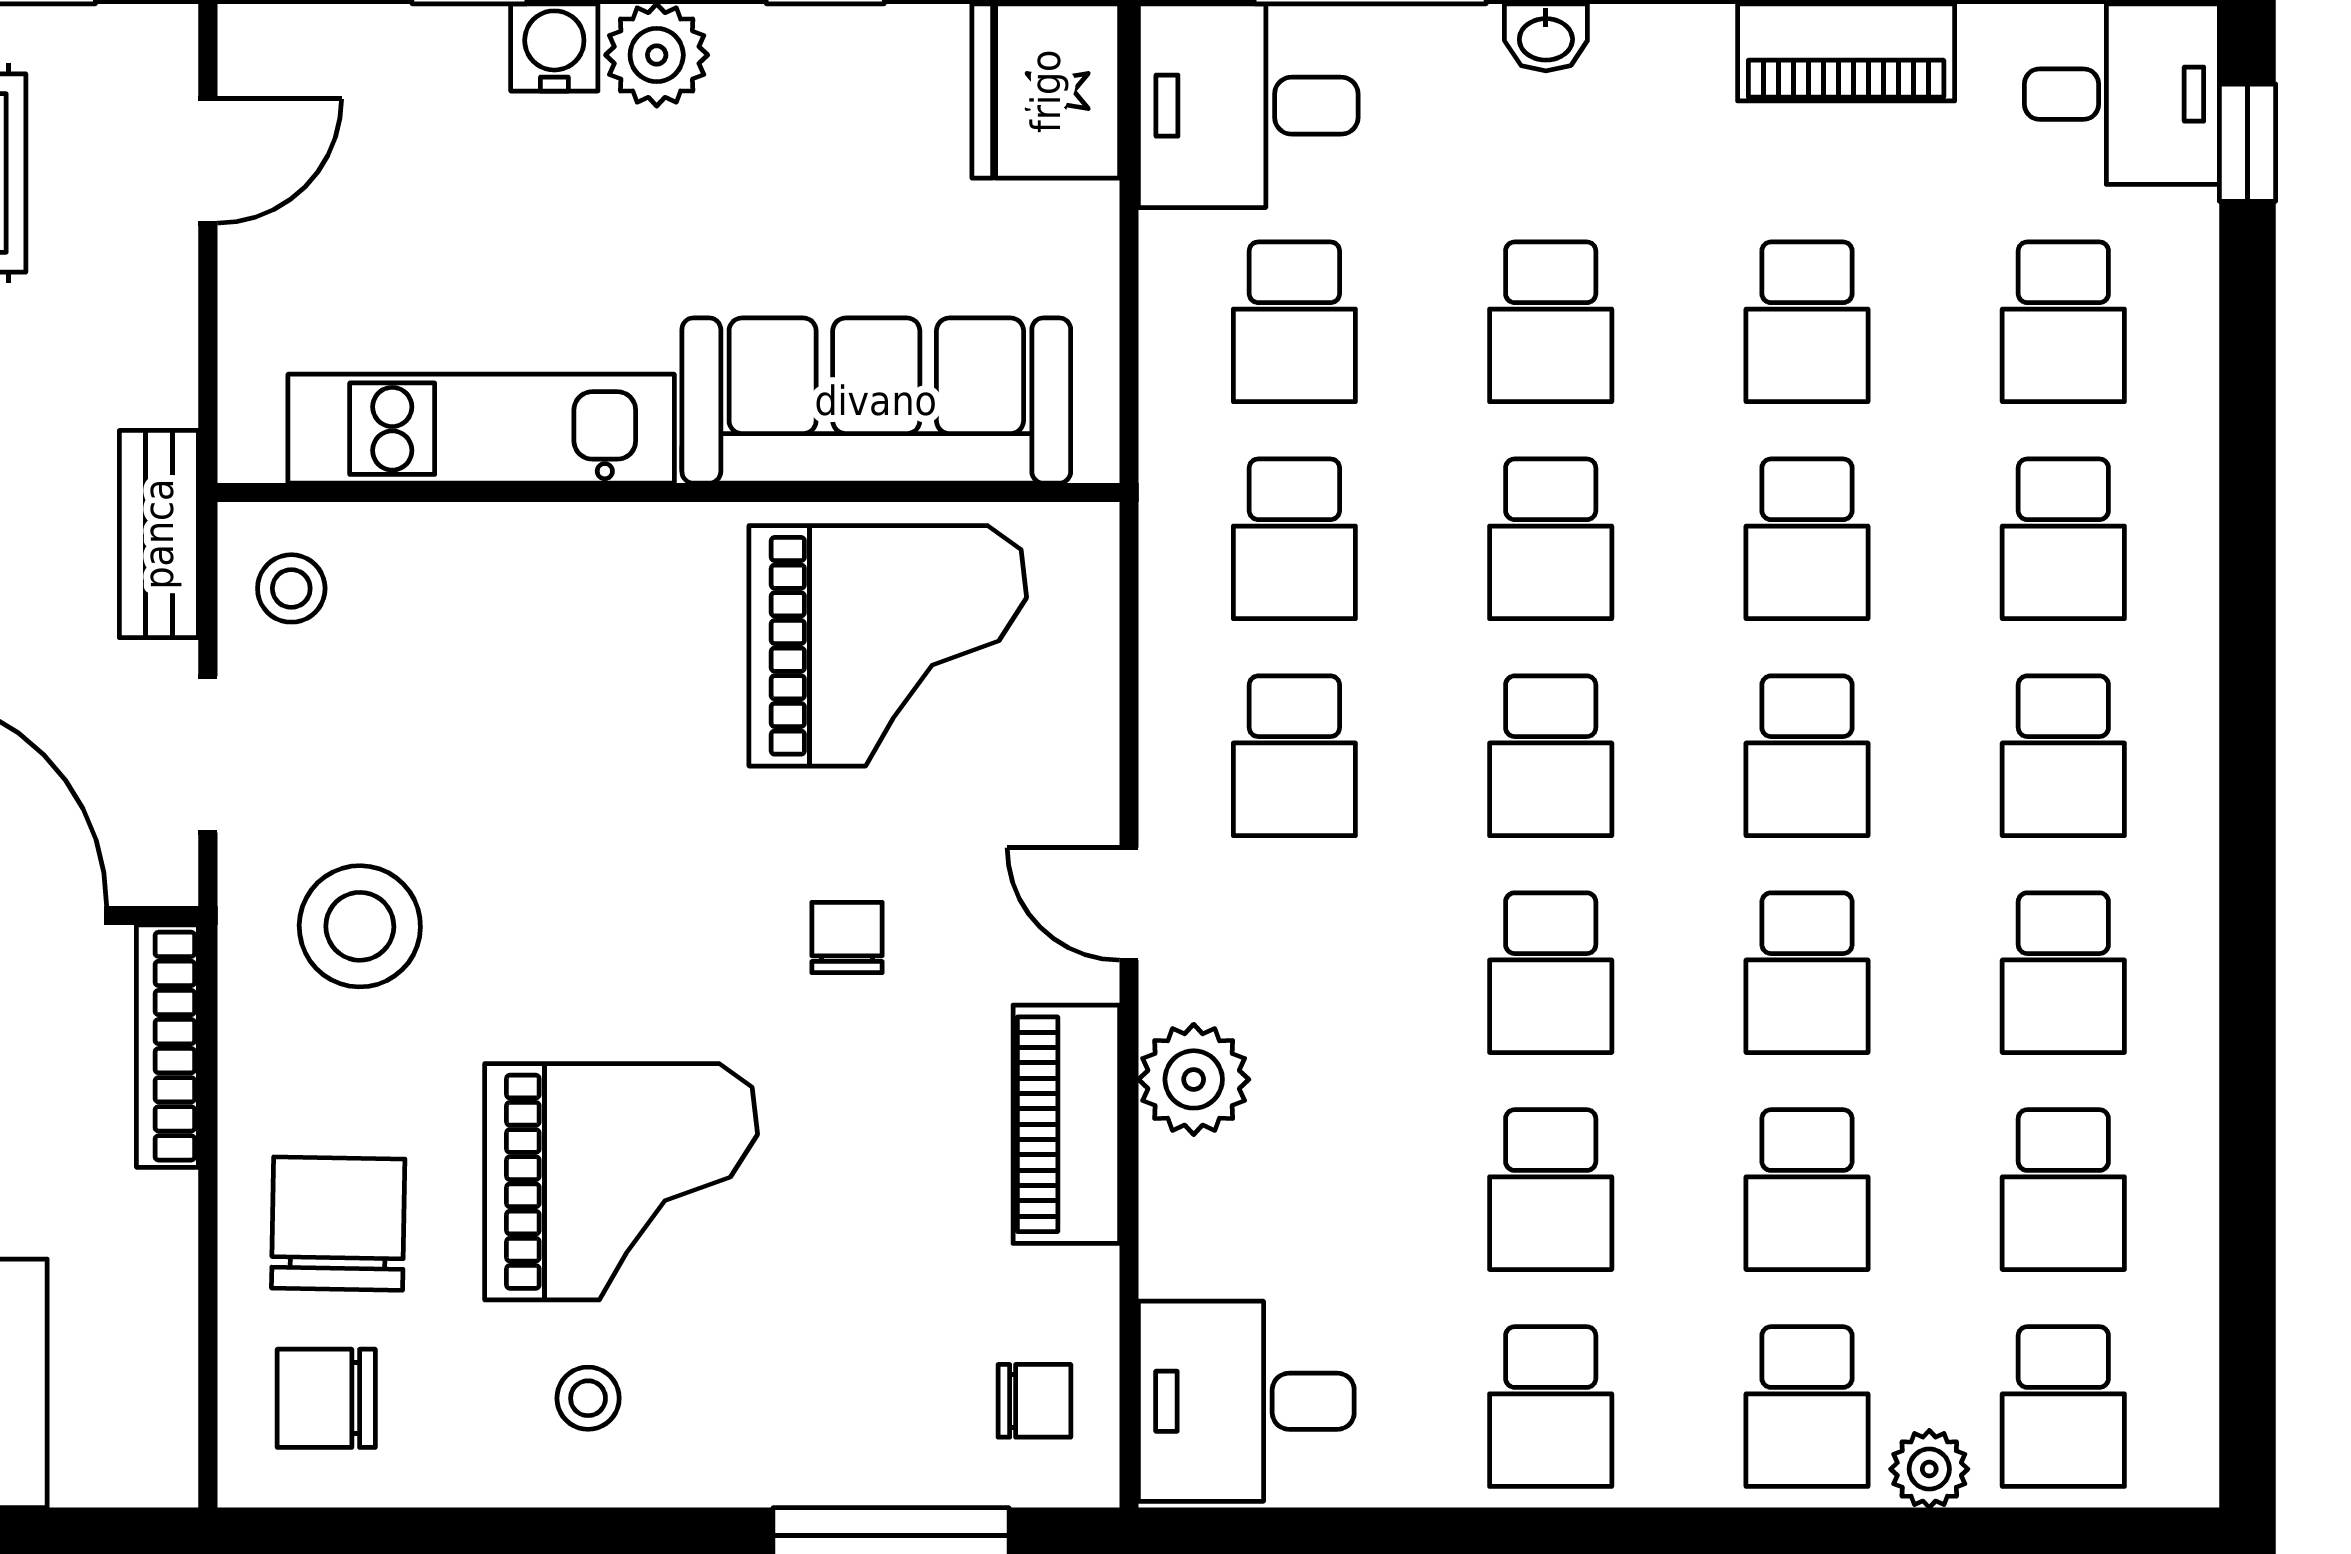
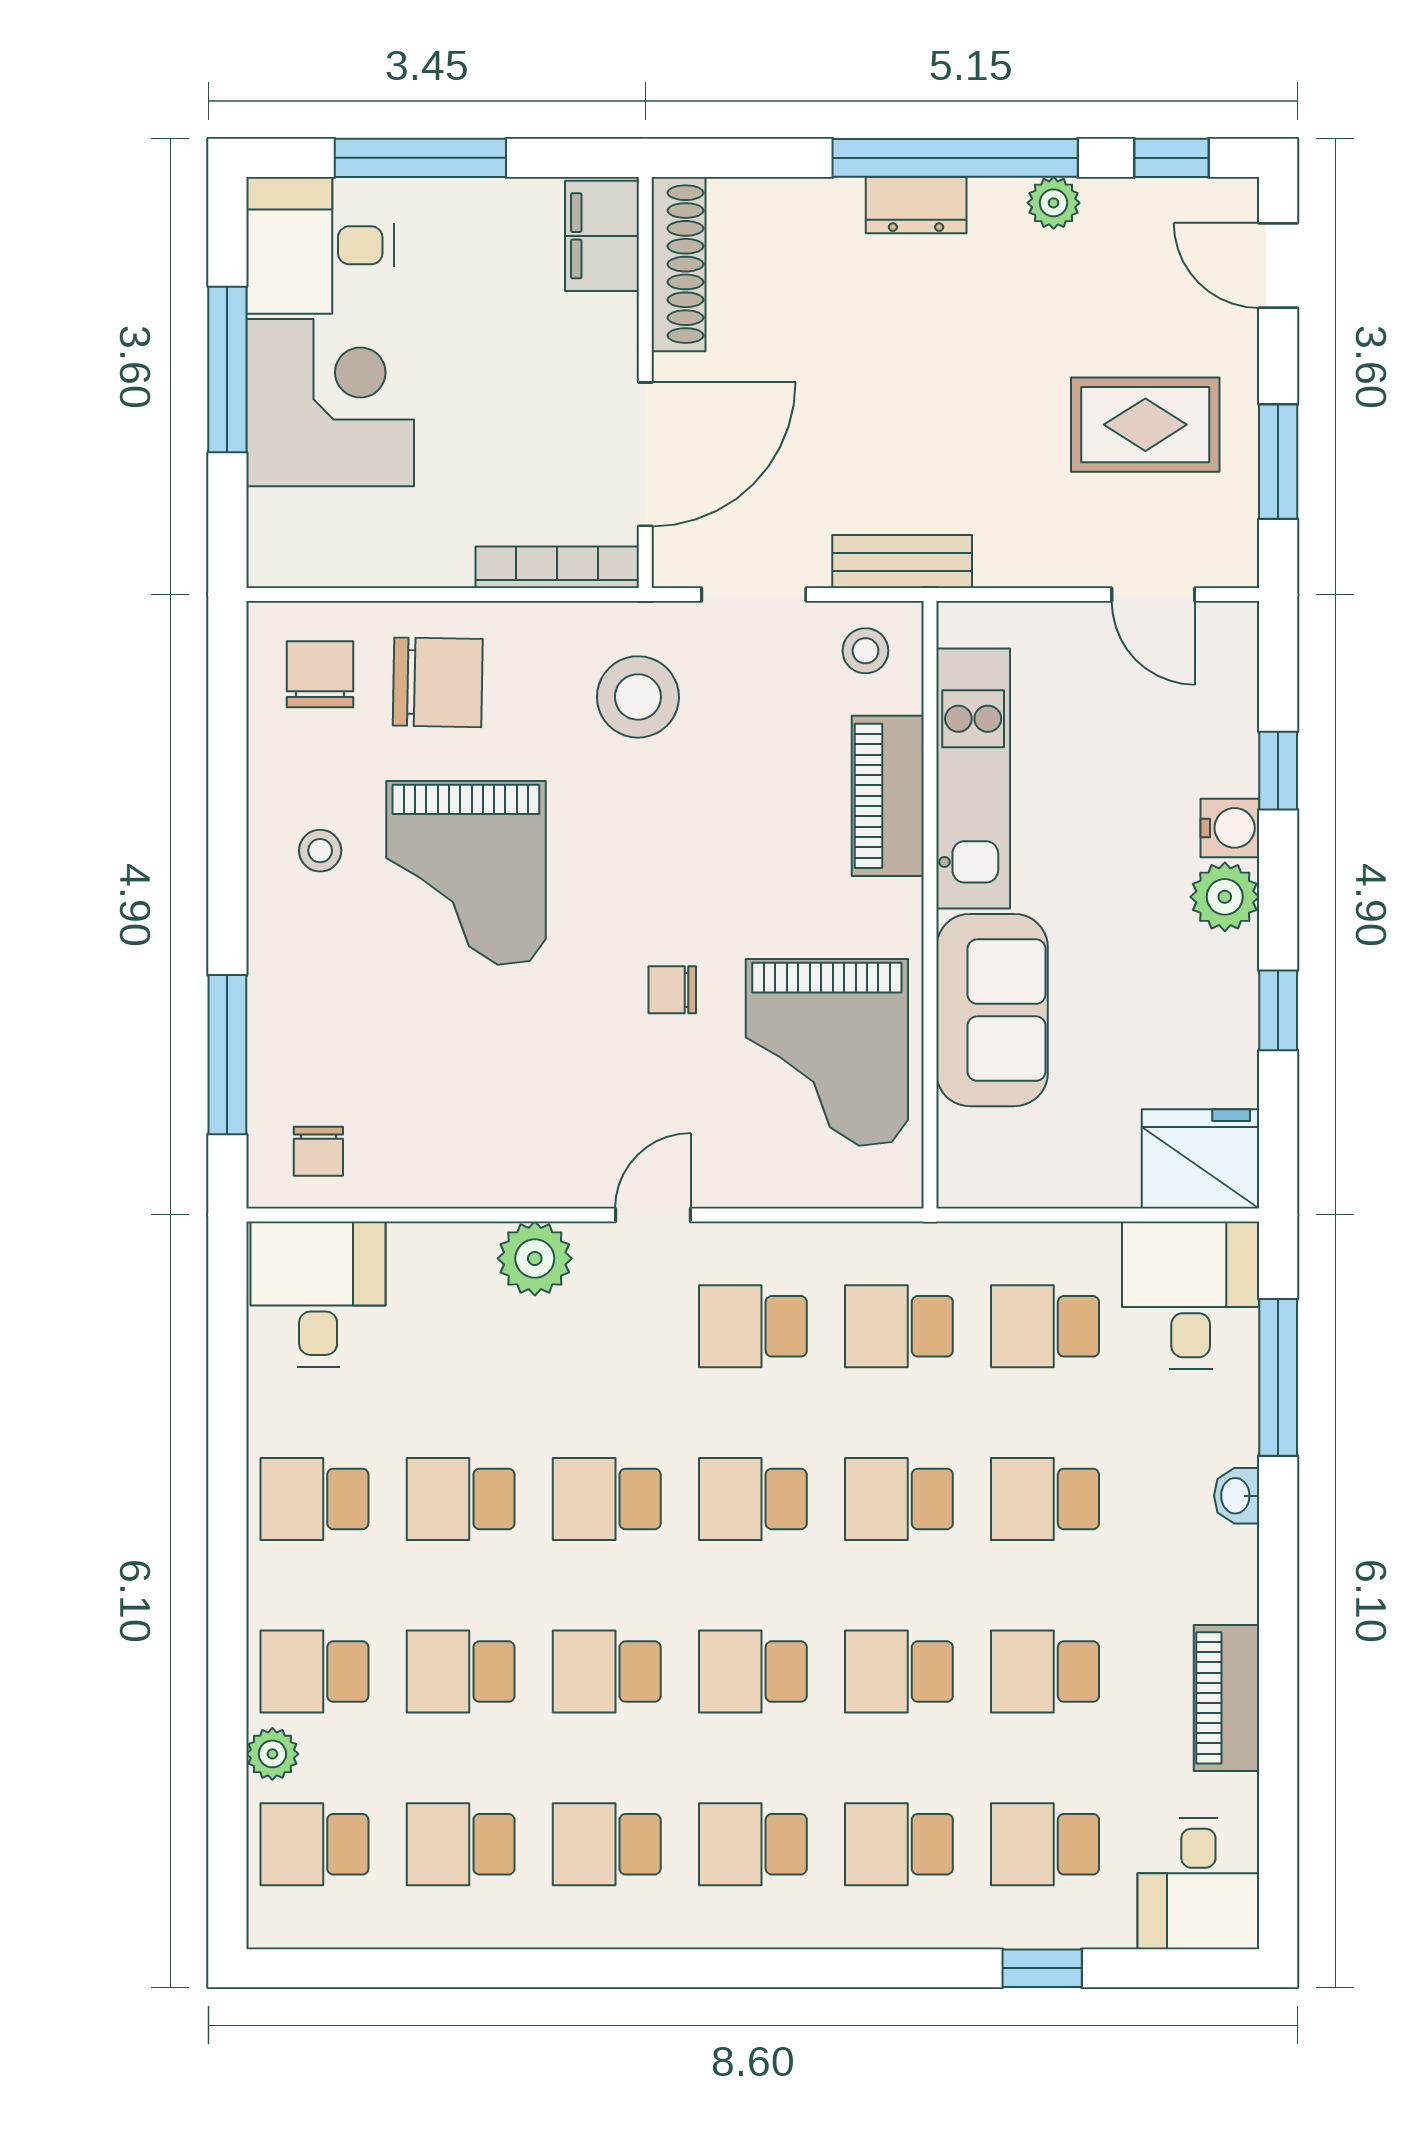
window: (2248, 143) -> (1042, 1968), moved
sofa: (876, 401) -> (992, 1010), width x0.73
chair: (847, 937) -> (672, 990), moved, turned 180
piano: (1066, 1124) -> (888, 796), moved, turned -90

